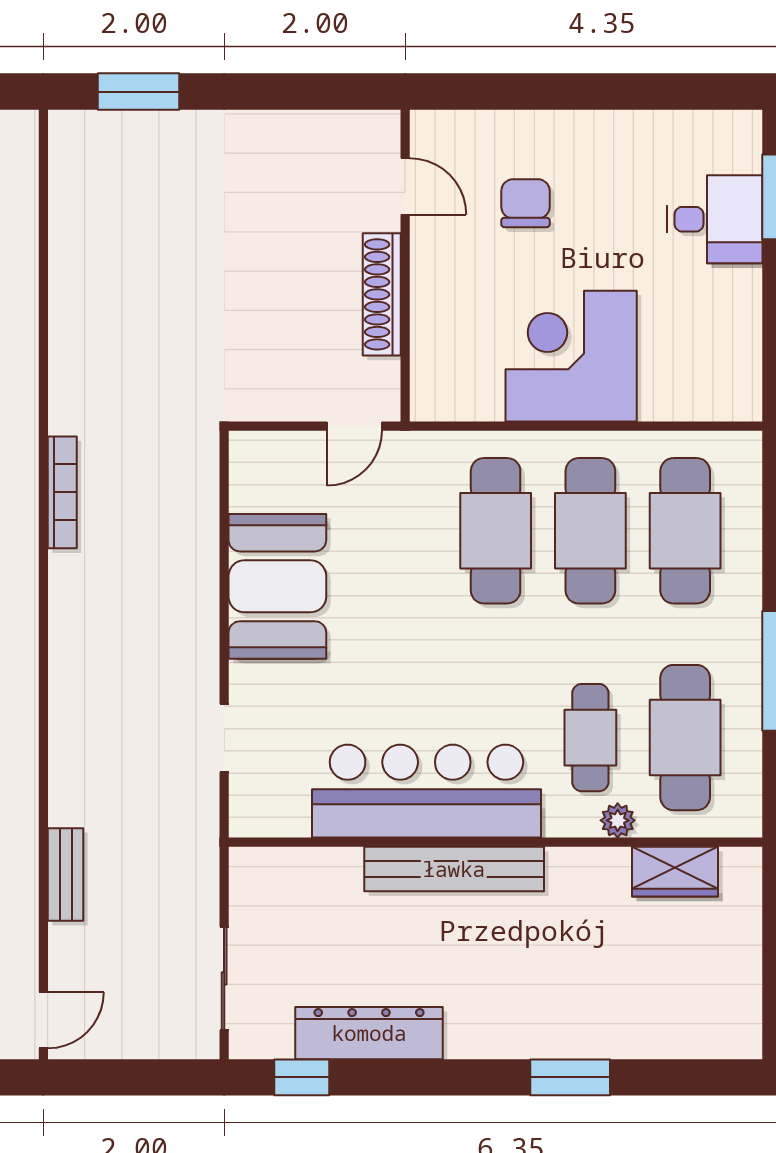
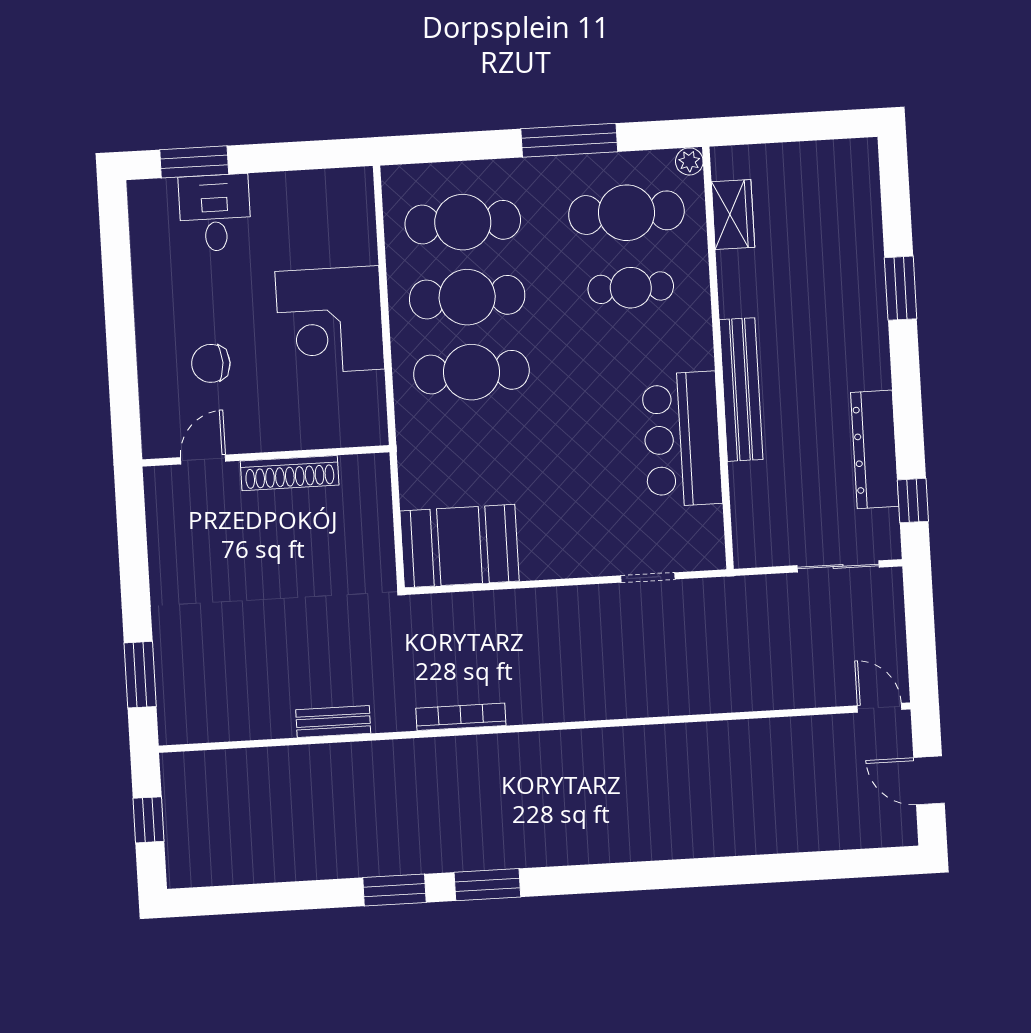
door: (354, 426) -> (395, 489), removed
booth: (277, 586) -> (460, 546), moved
bar counter: (426, 791) -> (682, 439), width x0.73
plant: (618, 820) -> (689, 161), moved
bench: (66, 875) -> (333, 722), moved

